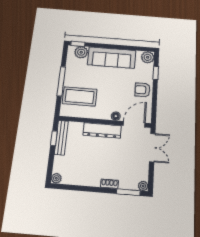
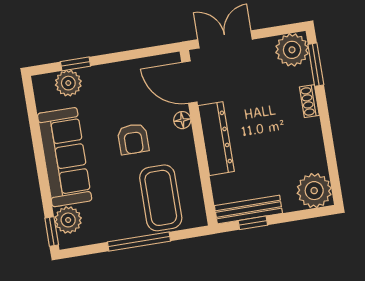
plant: (148, 57) -> (68, 83), moved
armchair: (143, 90) -> (133, 139), moved
plant: (56, 178) -> (314, 191), width x1.88, depth x1.88
plant: (143, 186) -> (292, 50), width x1.87, depth x1.87

